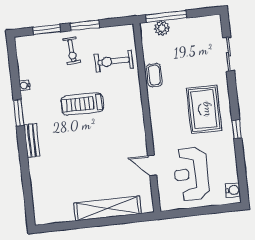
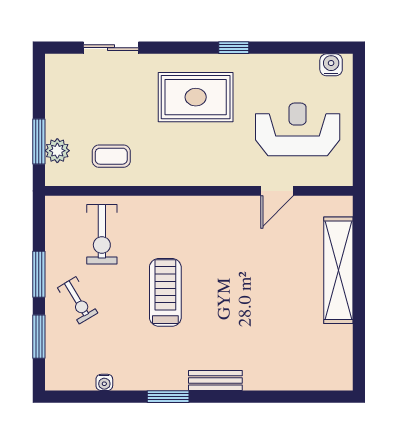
window: (166, 16) -> (39, 142), width x0.69
exercise bike: (72, 51) -> (78, 300), turned 64
coffee table: (154, 75) -> (111, 156), moved
water cooler: (25, 85) -> (104, 382), moved
treadmill: (82, 104) -> (165, 292), turned 180
reception desk: (191, 174) -> (298, 129), turned 180

